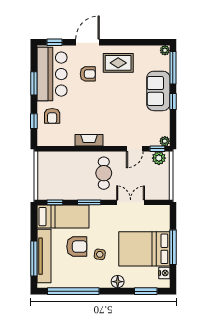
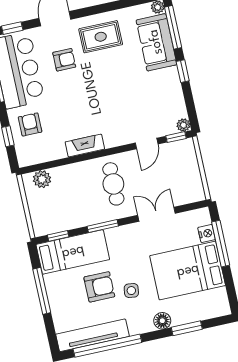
sofa: (158, 91) -> (156, 42), moved
armchair: (52, 116) -> (30, 124), turned 180
plant: (159, 158) -> (42, 179), moved
window: (173, 247) -> (221, 244), moved
tv unit: (44, 256) -> (92, 335), moved, turned -90
window: (34, 258) -> (42, 291), moved
nightstand: (164, 273) -> (207, 233), moved
window: (146, 291) -> (187, 328), moved

